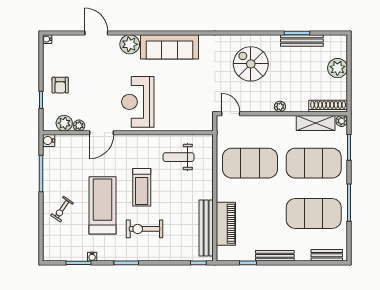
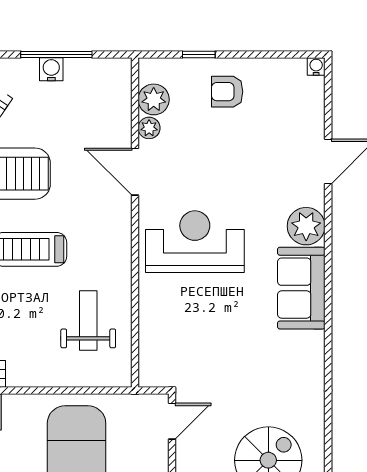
sofa: (169, 47) -> (301, 288), width x0.73
water cooler: (49, 141) -> (51, 69), moved

